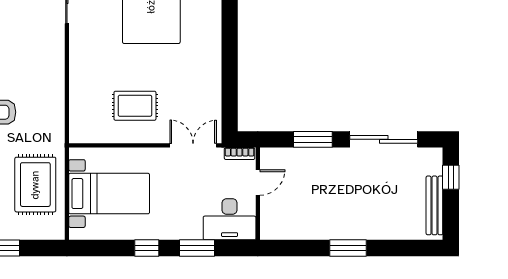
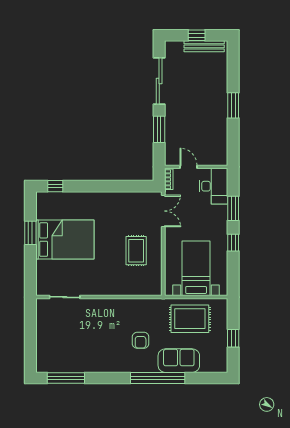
double door: (193, 145) -> (163, 211), swing flipped
window: (451, 177) -> (197, 35), moved

